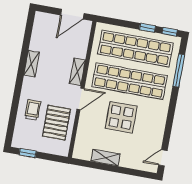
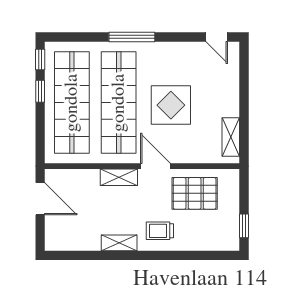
window: (179, 70) -> (132, 37), moved
trolley: (33, 110) -> (160, 231), moved
shelving: (106, 158) -> (231, 137), moved

